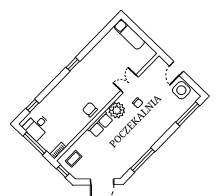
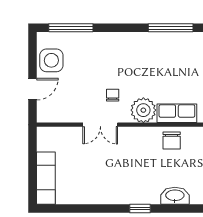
washbasin: (63, 86) -> (175, 196), added

